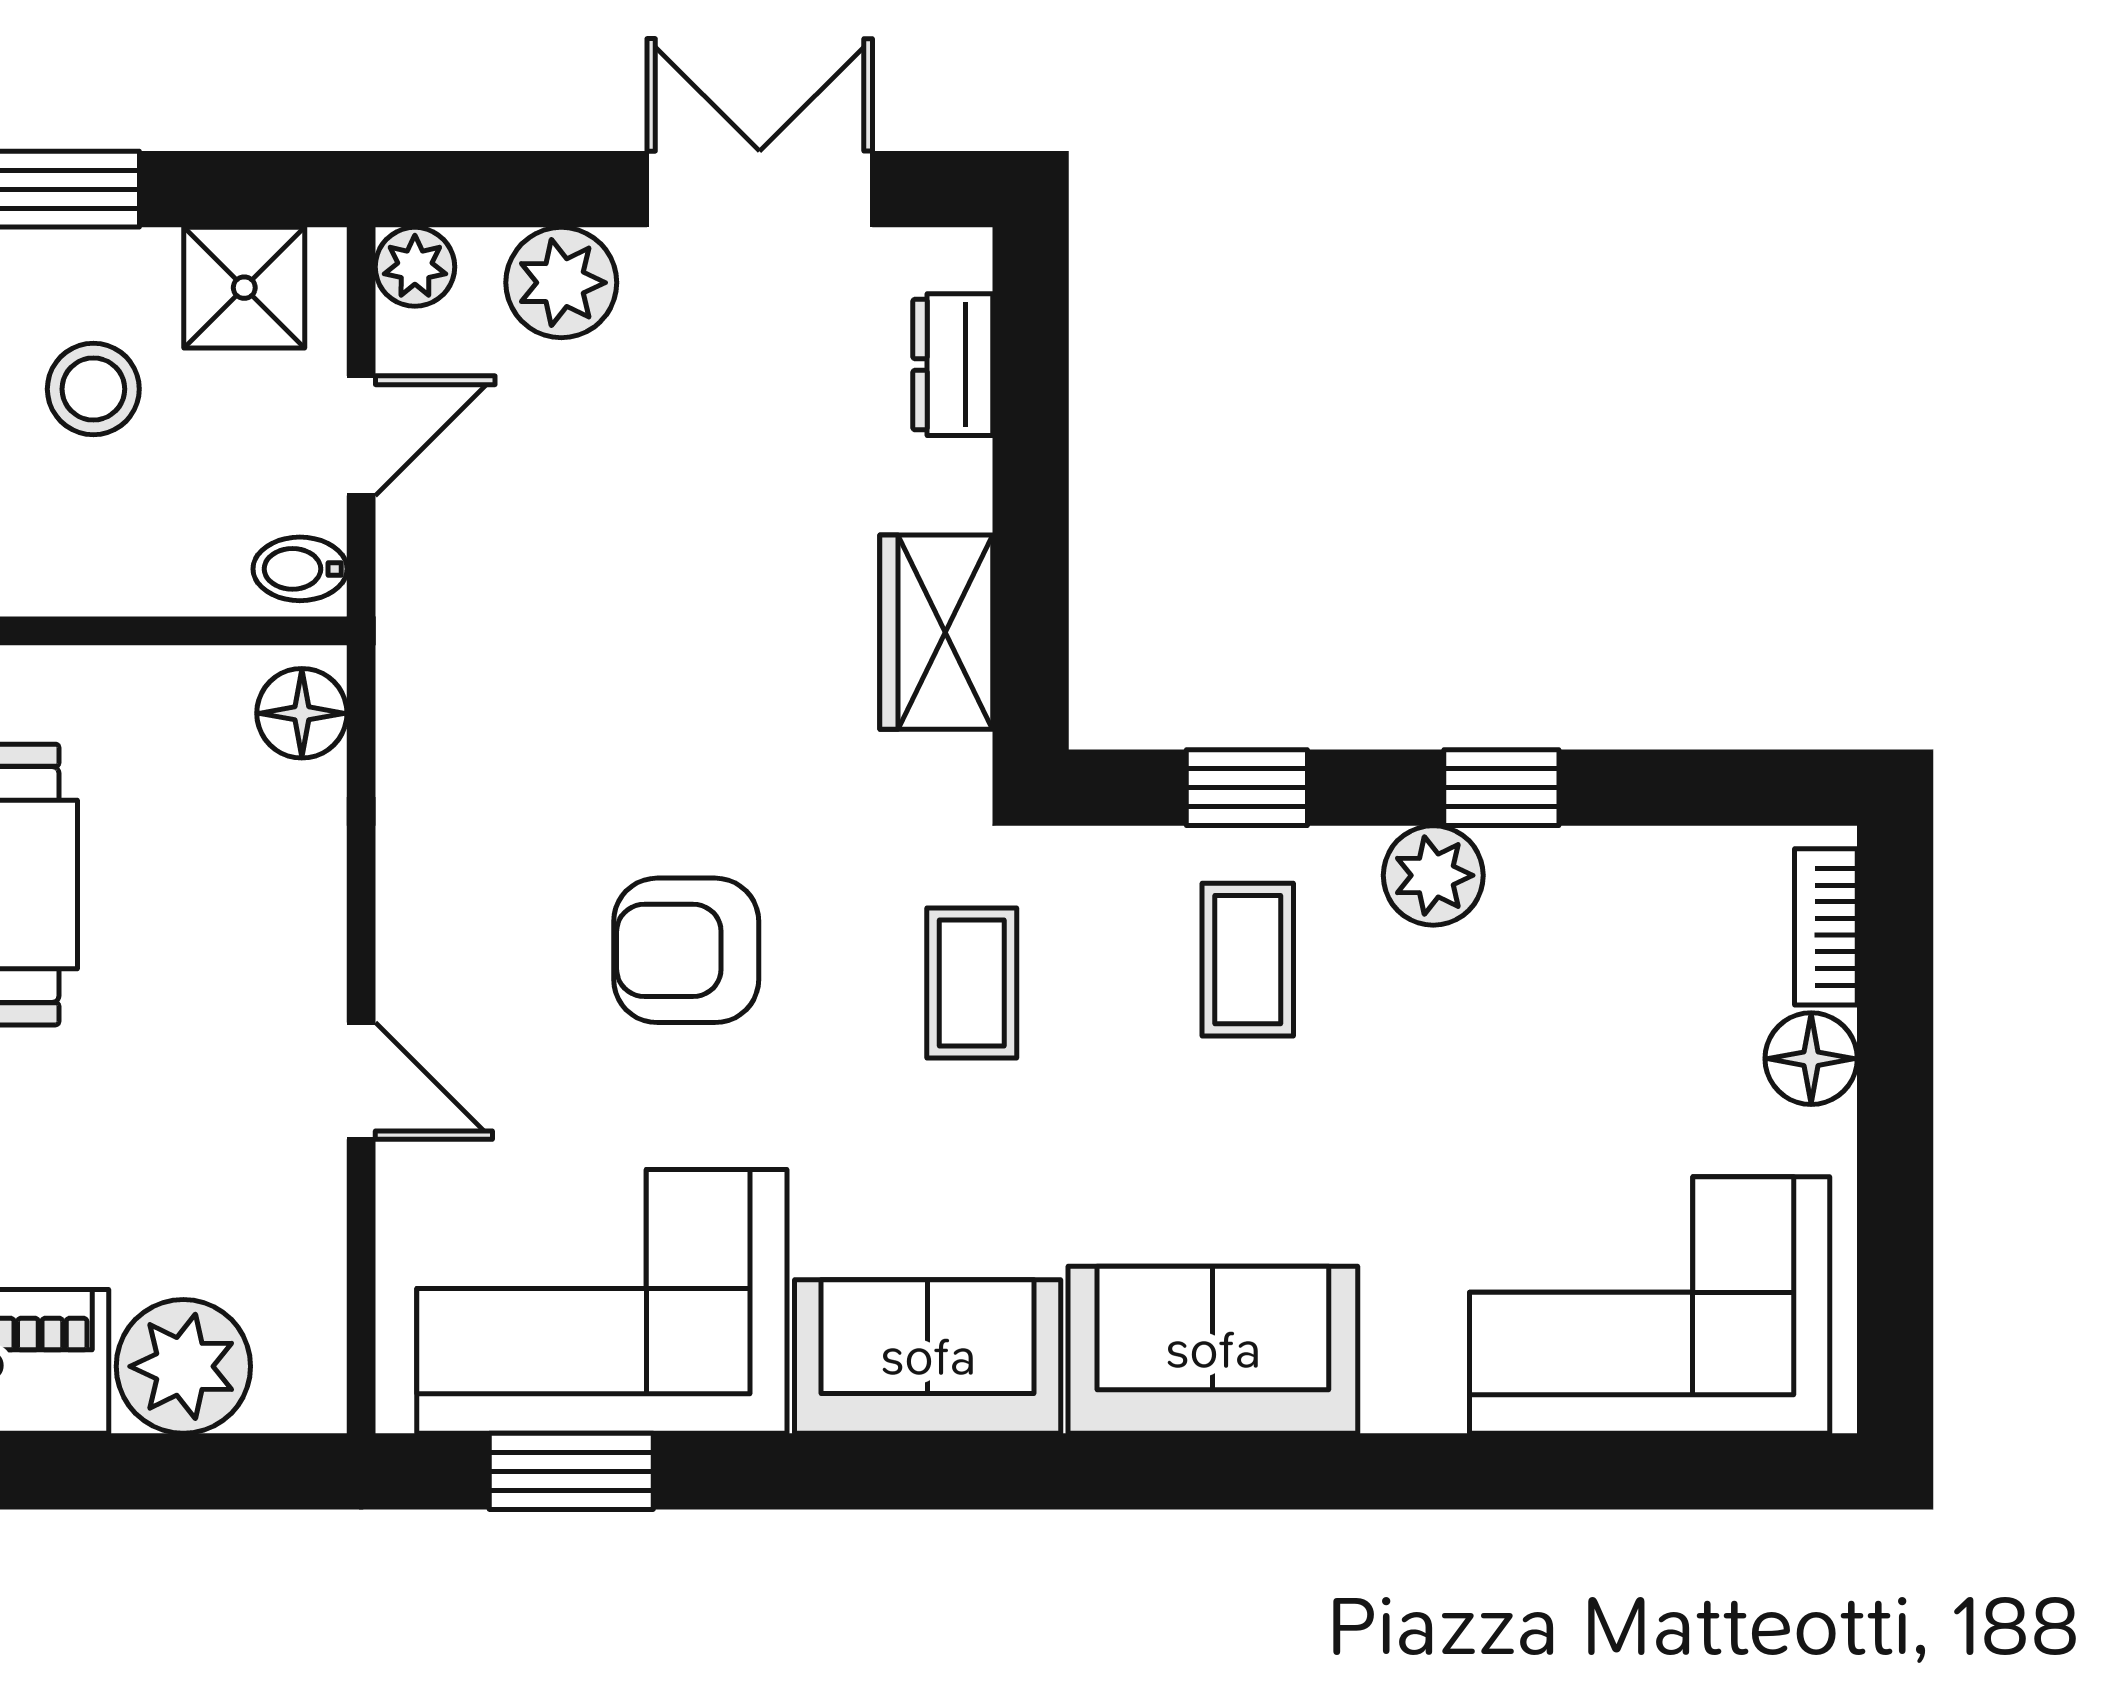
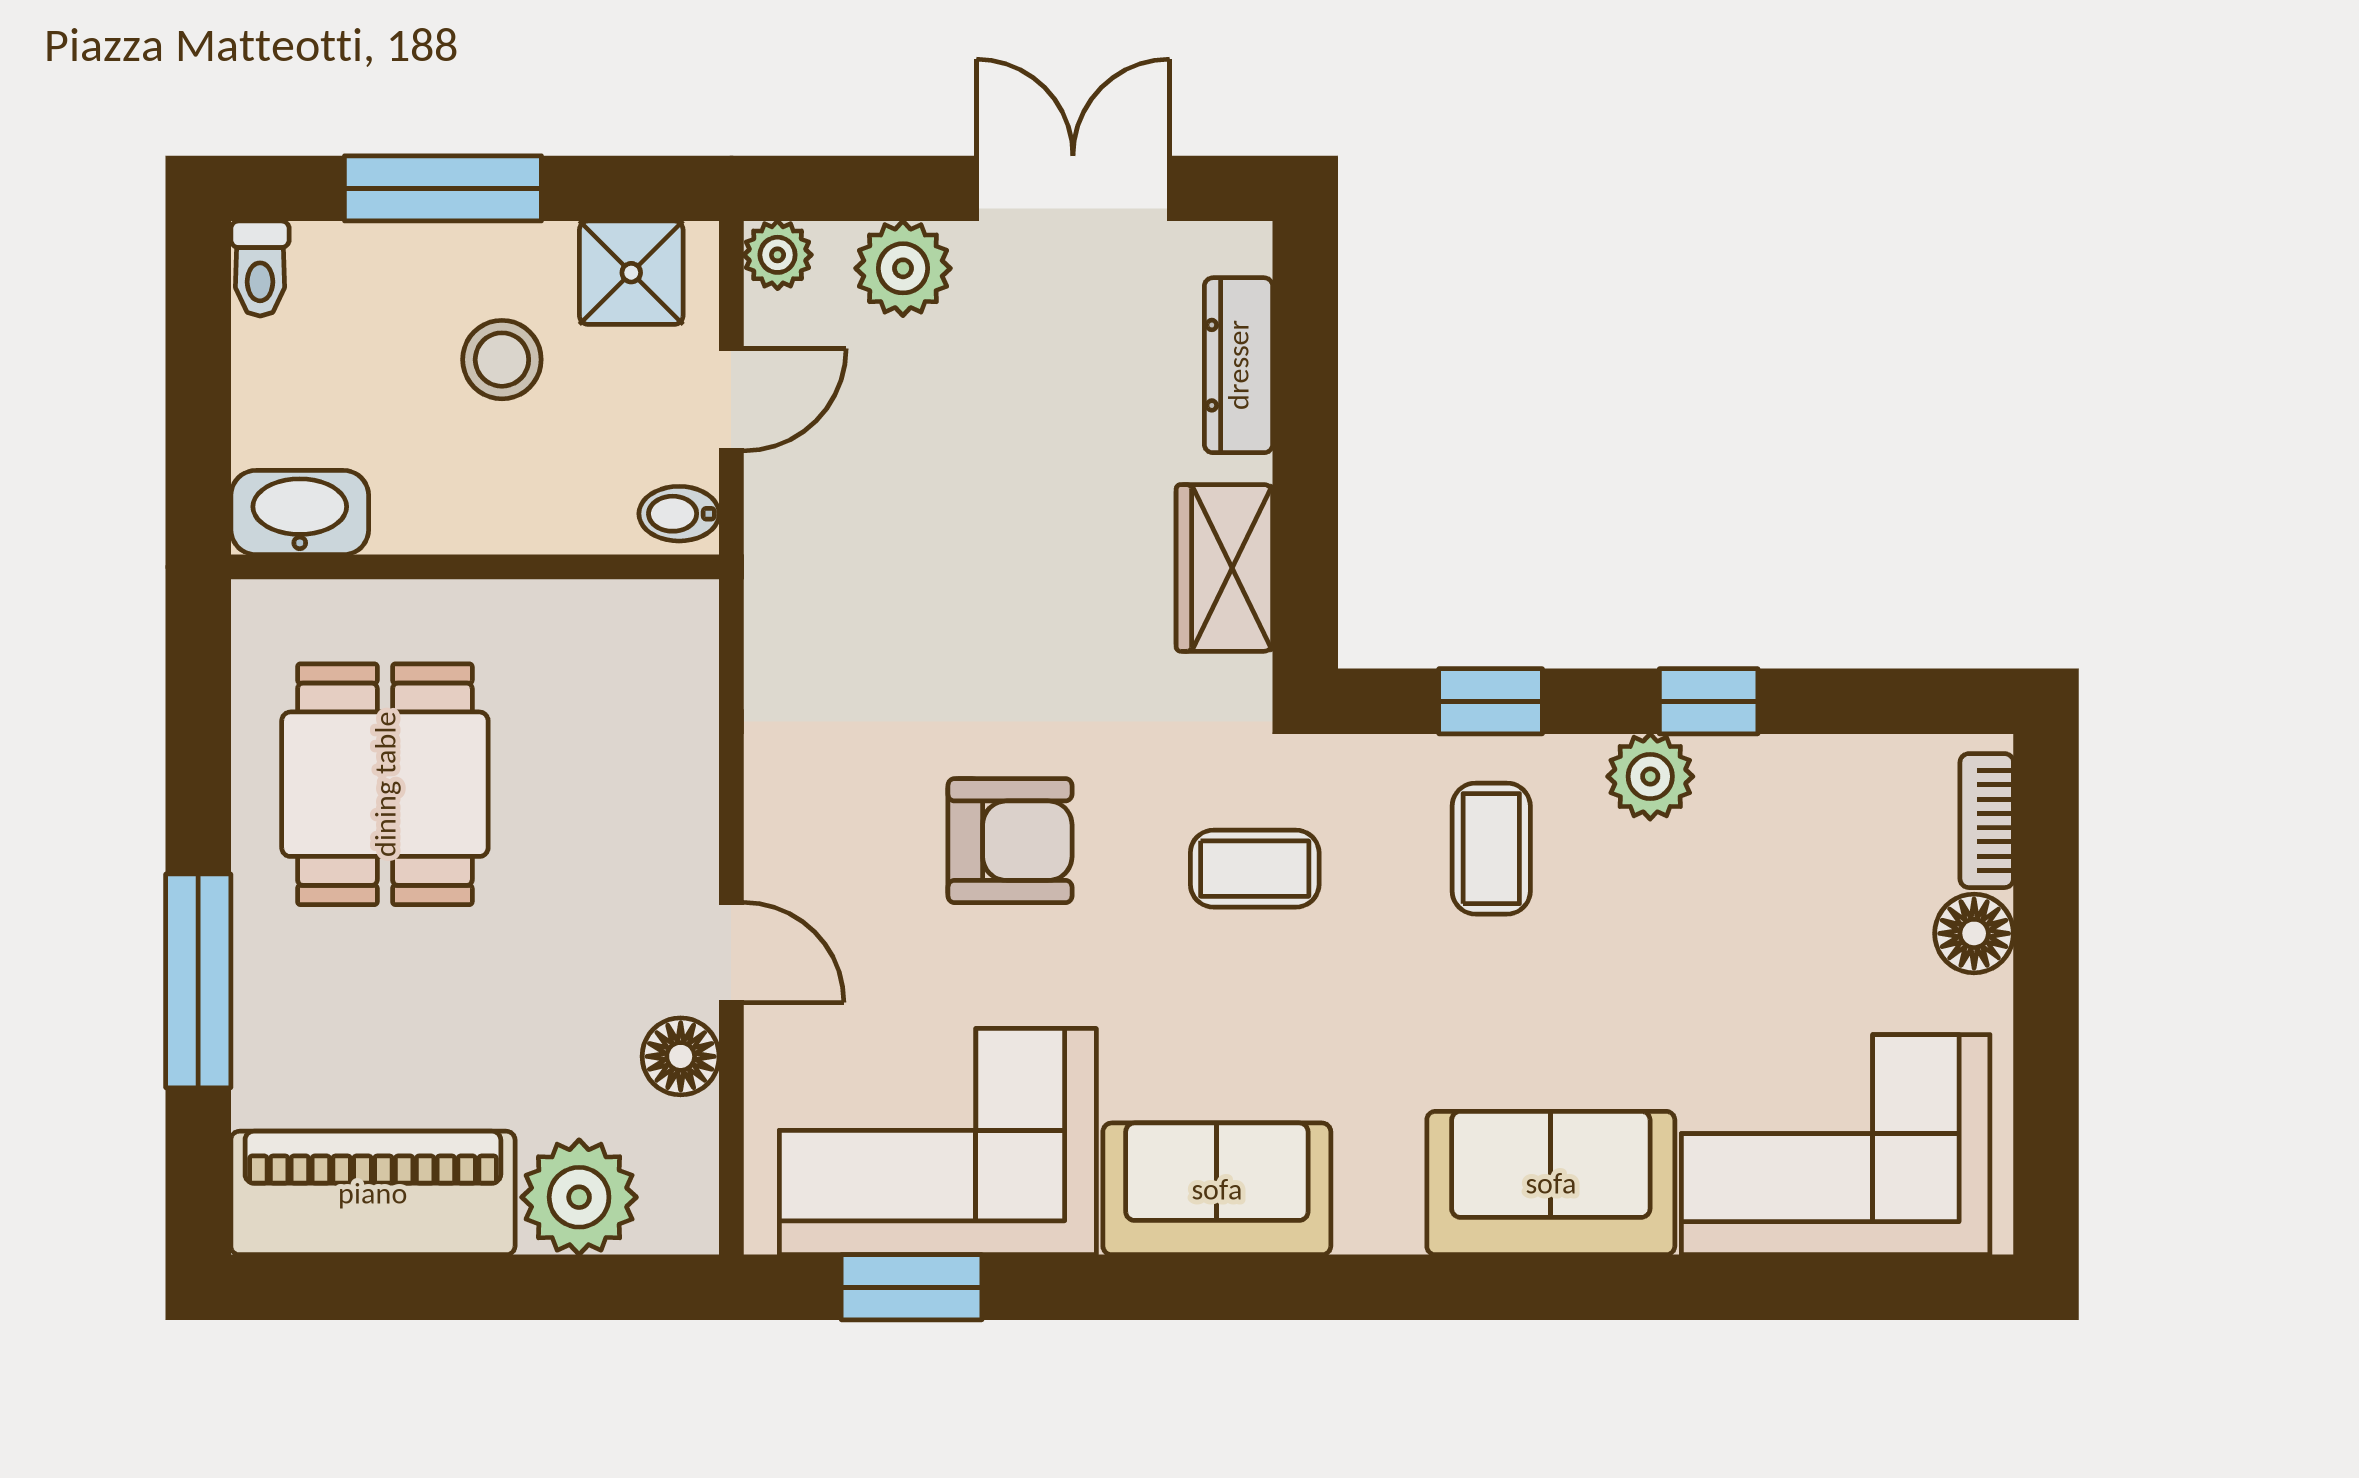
dresser: (953, 365) -> (1238, 365), width x1.44
floor lamp: (302, 713) -> (681, 1056), moved
armchair: (686, 950) -> (1010, 841), turned 180
coffee table: (972, 983) -> (1255, 869), turned 90
sofa: (1213, 1350) -> (1551, 1183), moved

